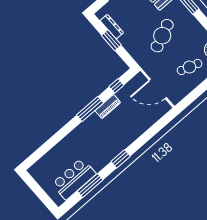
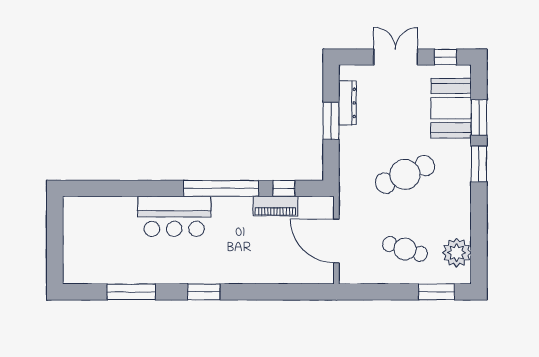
piano: (108, 107) -> (275, 206), moved
window: (90, 109) -> (221, 188), width x1.46
bar counter: (74, 179) -> (174, 216), moved, turned 180

